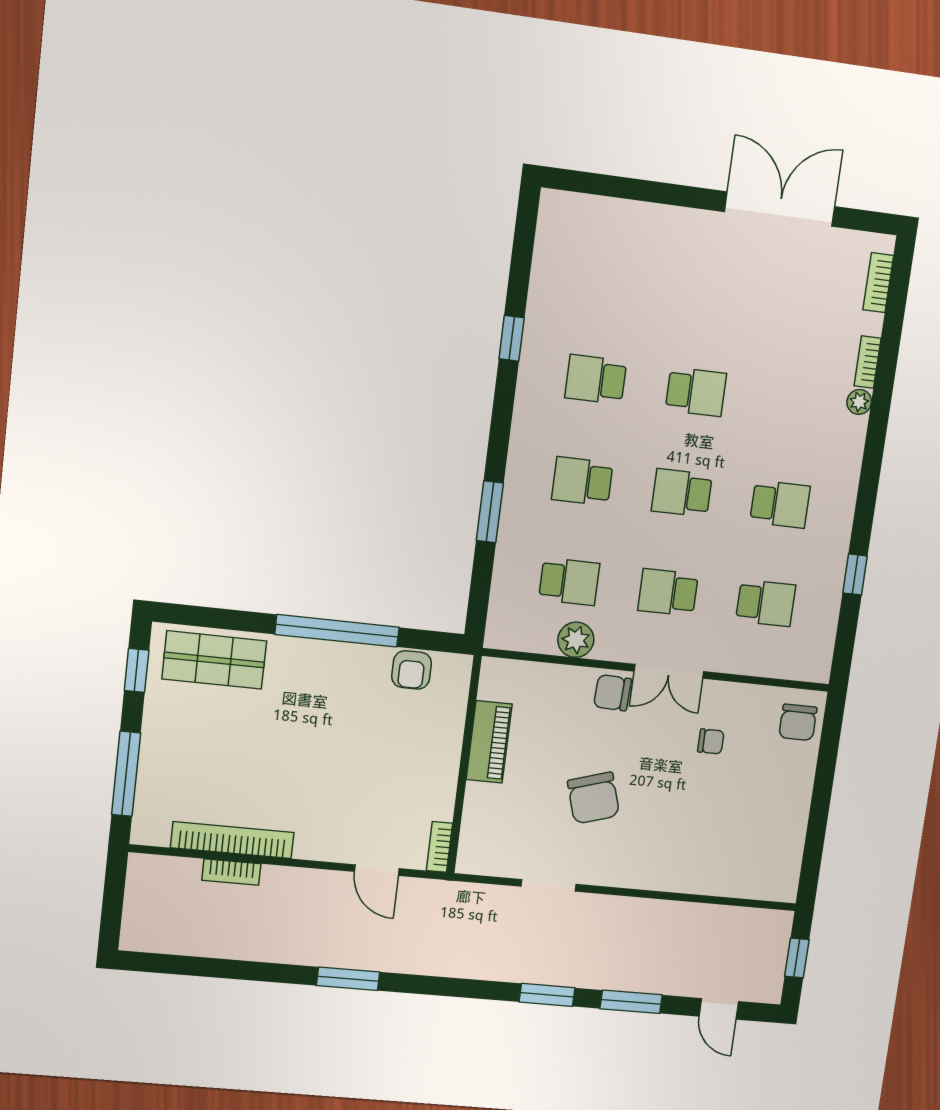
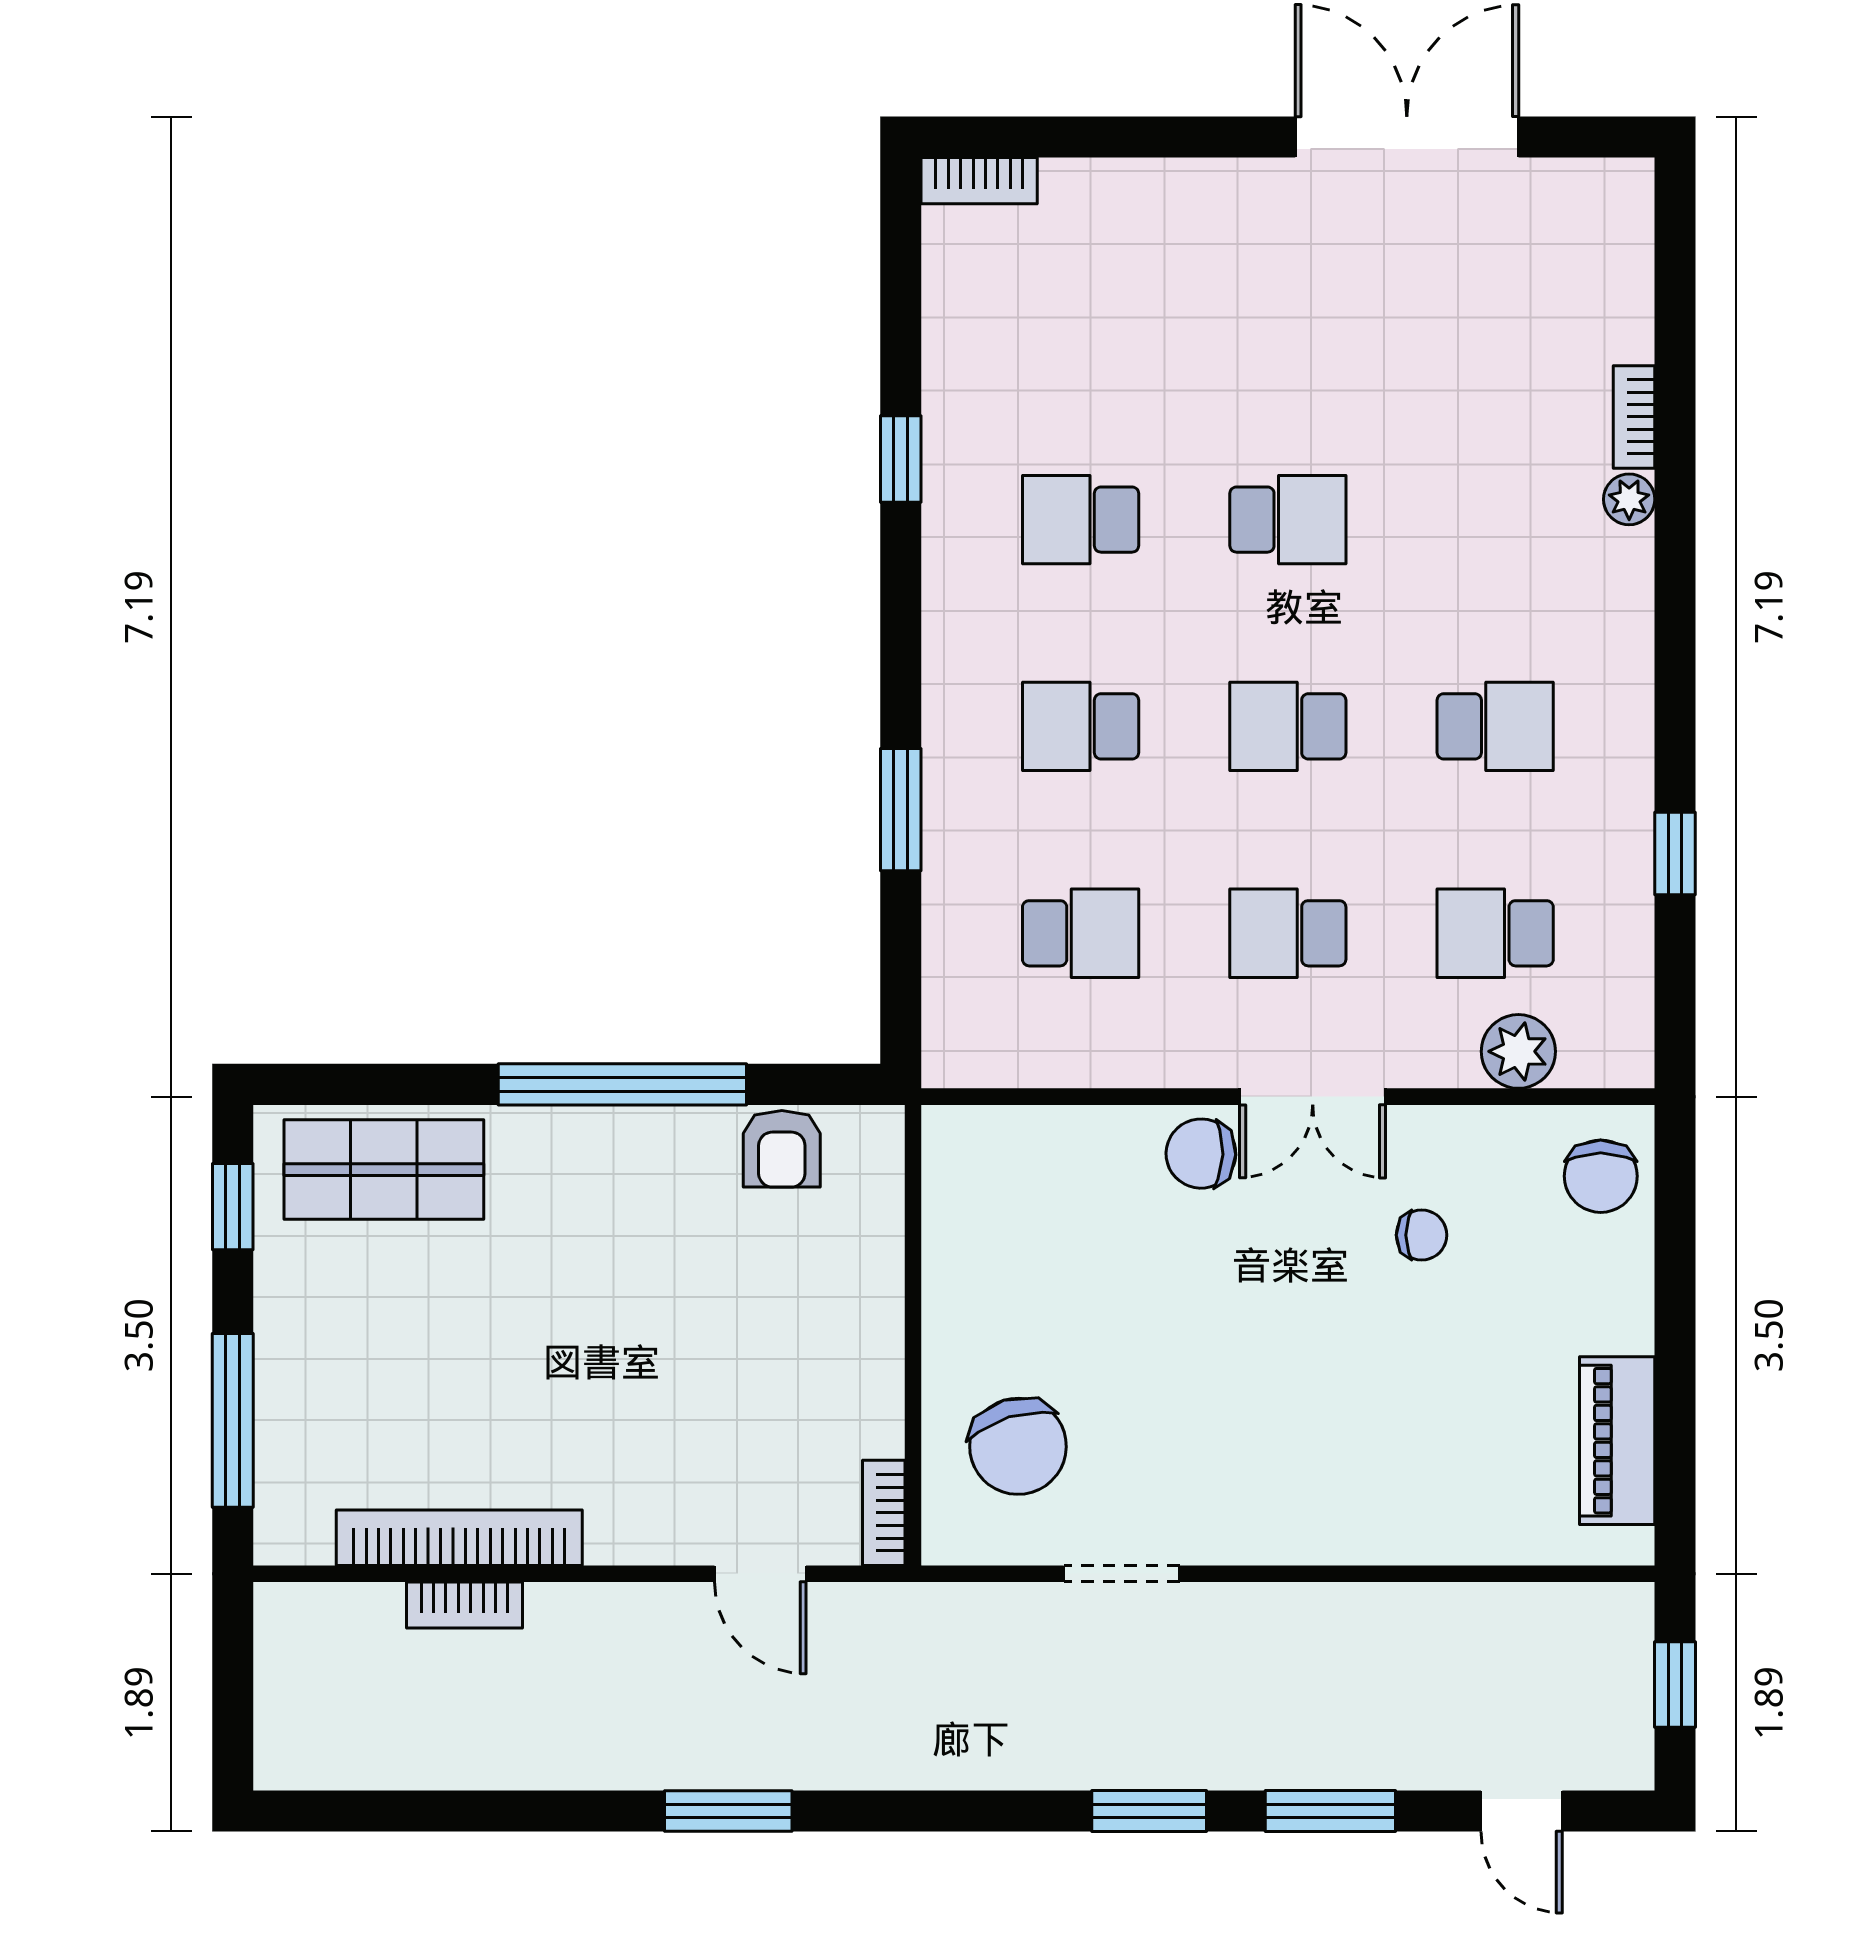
bookcase: (878, 283) -> (979, 181), moved, turned -90
school desk: (766, 603) -> (1495, 933), turned 180
plant: (576, 640) -> (1518, 1051), moved
piano: (489, 742) -> (1617, 1441), moved, turned 180
chair: (593, 798) -> (1018, 1446), moved

